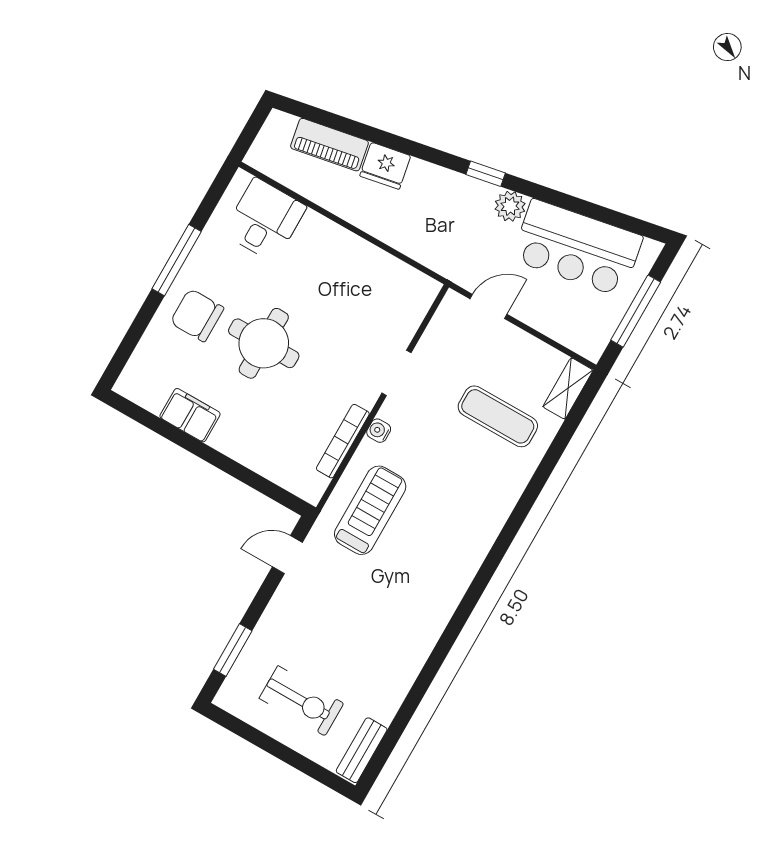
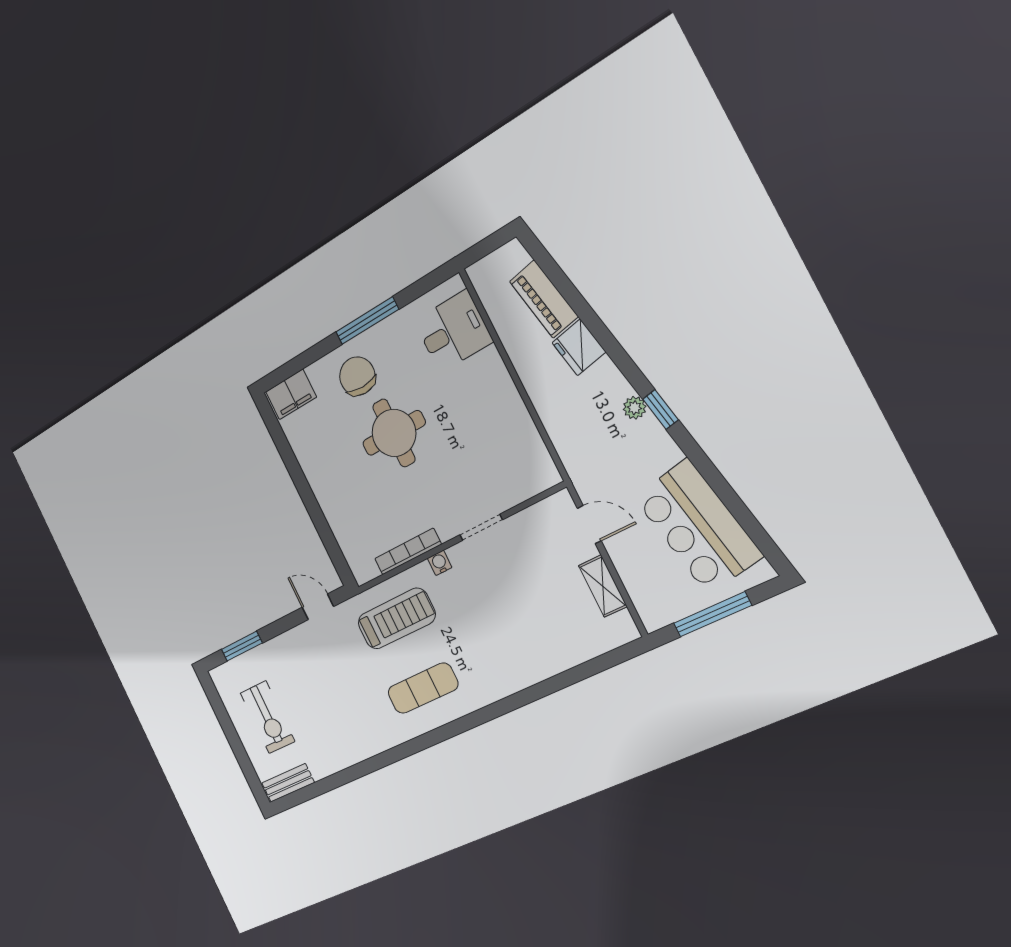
plant: (510, 206) -> (635, 408), moved, width x0.73, depth x0.73
shelving: (568, 388) -> (603, 586), moved, turned 90
filing cabinet: (190, 415) -> (291, 394), moved, turned 90
exercise mat: (498, 416) -> (423, 688), moved, turned 90

